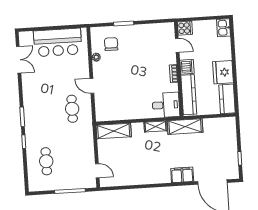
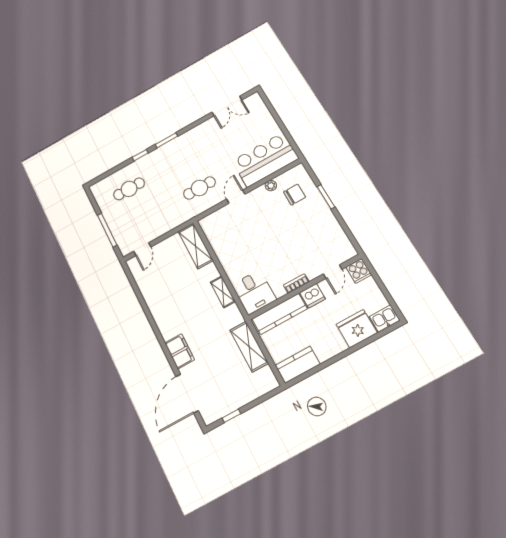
bar counter: (58, 42) -> (265, 160), moved, turned 90
fridge: (223, 72) -> (357, 329), moved
shelving: (185, 127) -> (249, 347), moved

